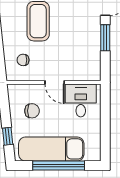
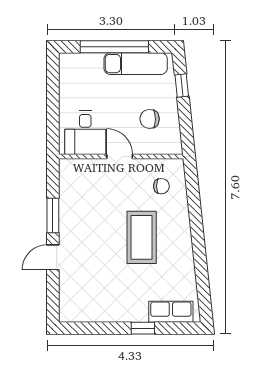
exam couch: (51, 149) -> (136, 64), width x0.73, depth x0.69

